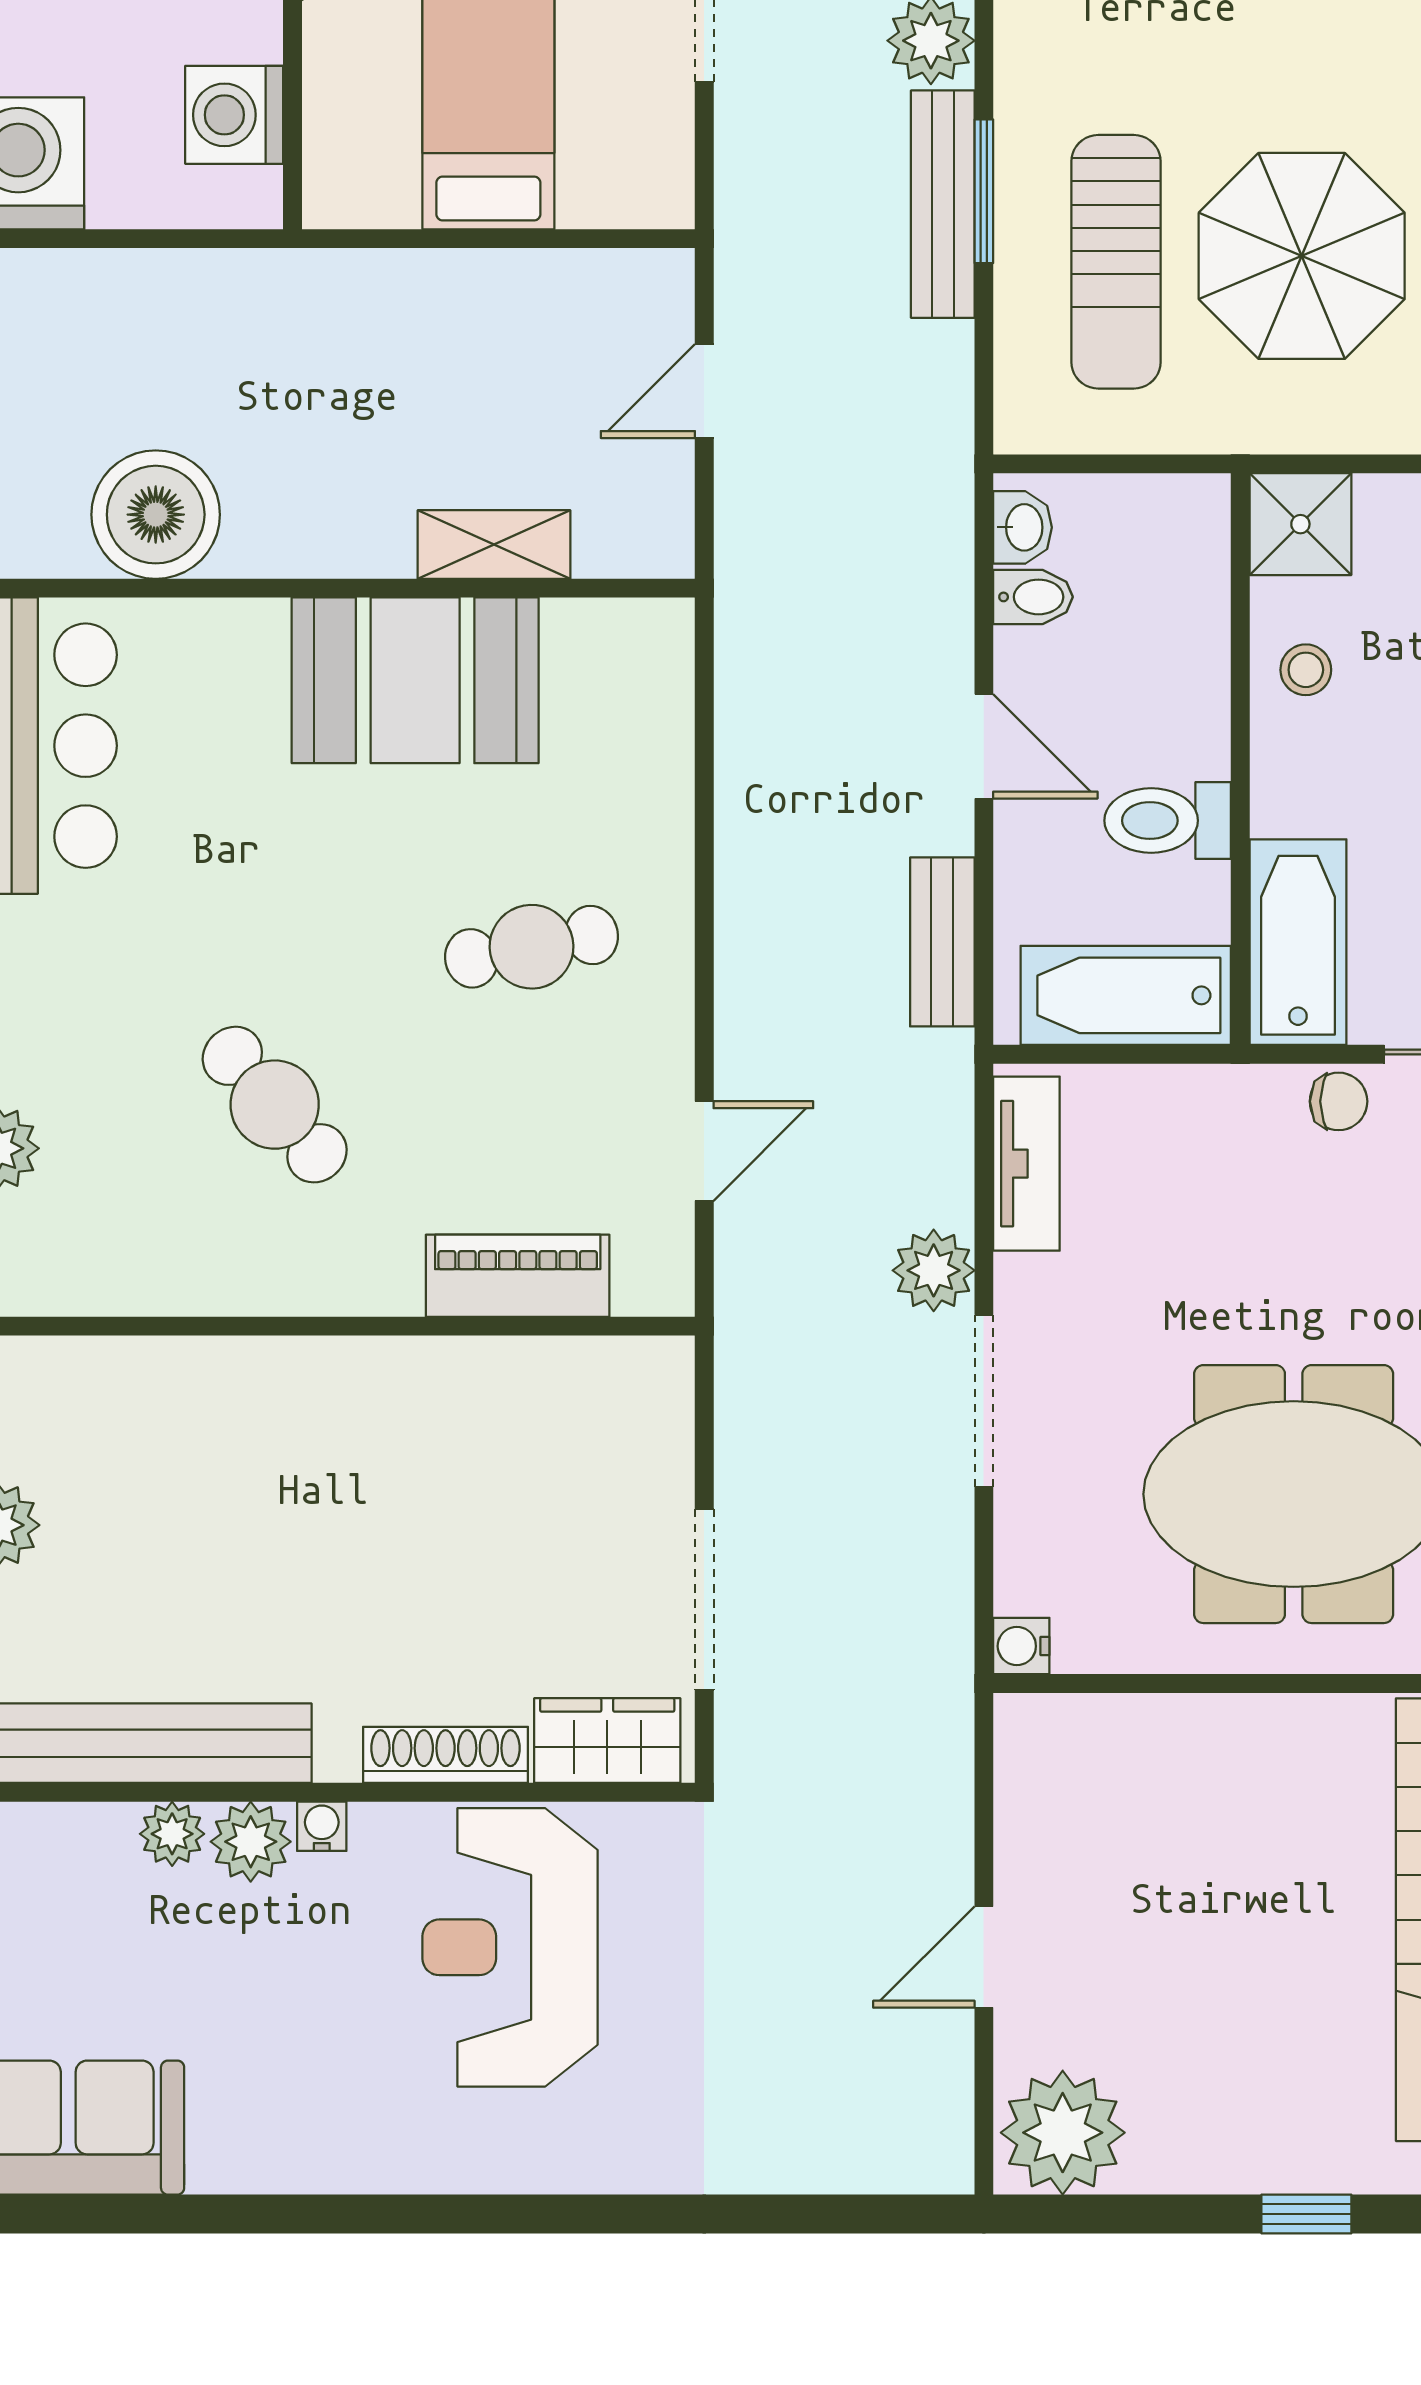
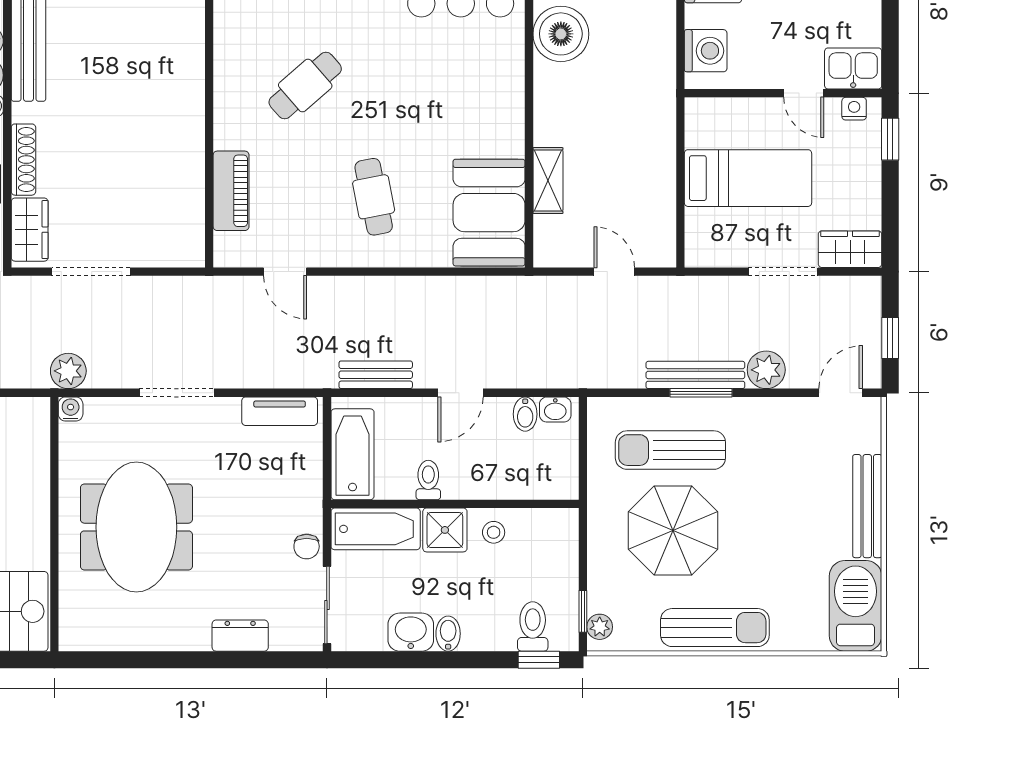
washing machine: (234, 115) -> (706, 51), moved, turned 90
shower: (1300, 524) -> (445, 530), moved
booth: (415, 680) -> (489, 213), moved
toilet: (1168, 821) -> (428, 480), width x0.73, depth x0.72
plant: (934, 1270) -> (68, 371), moved

